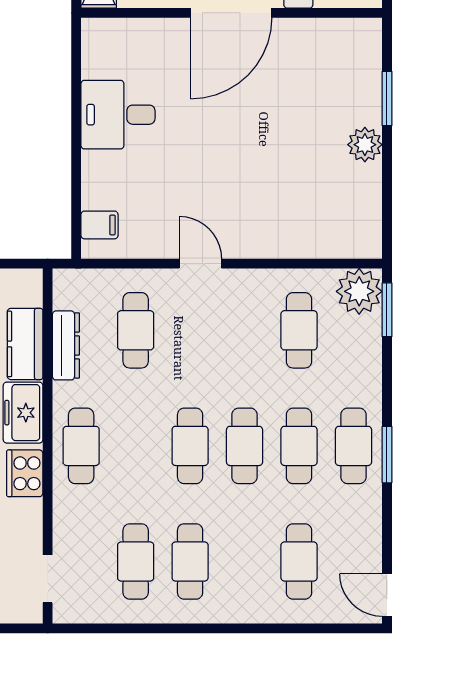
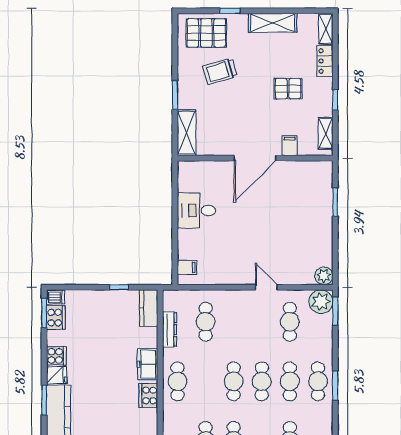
plant: (365, 145) -> (324, 276), moved
door: (200, 264) -> (266, 287), moved
kitchen counter: (25, 344) -> (149, 308), moved

